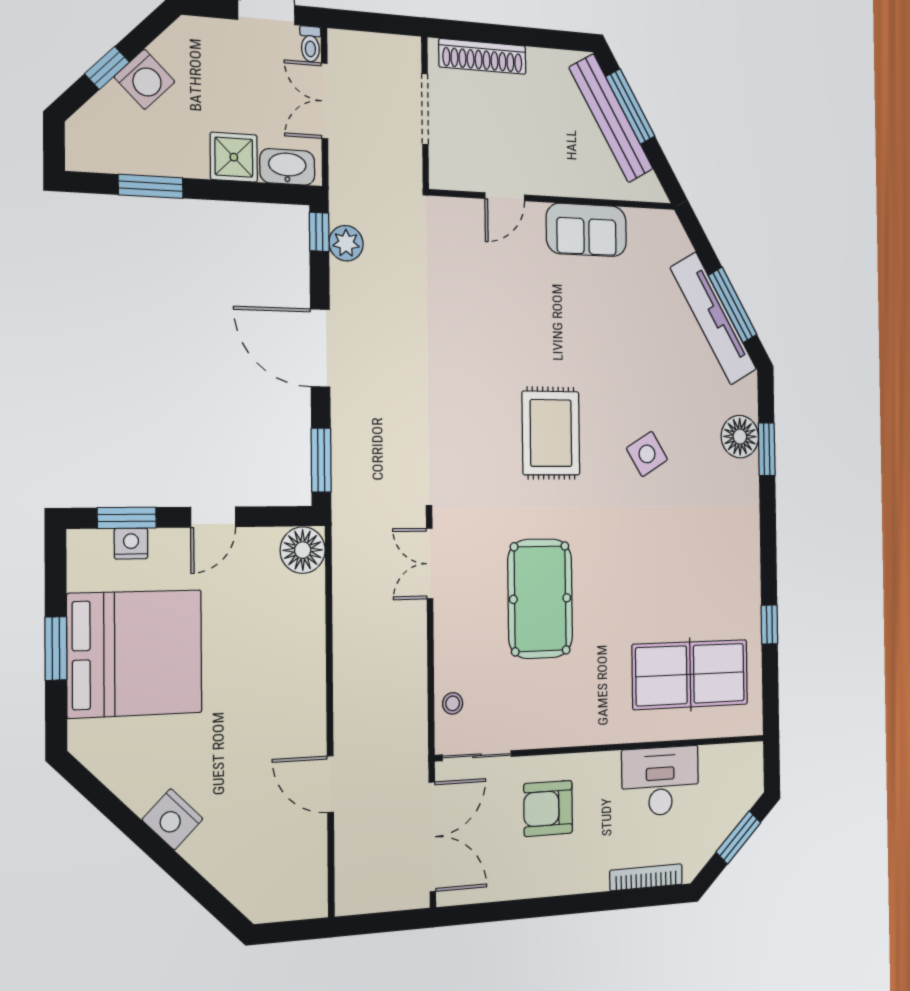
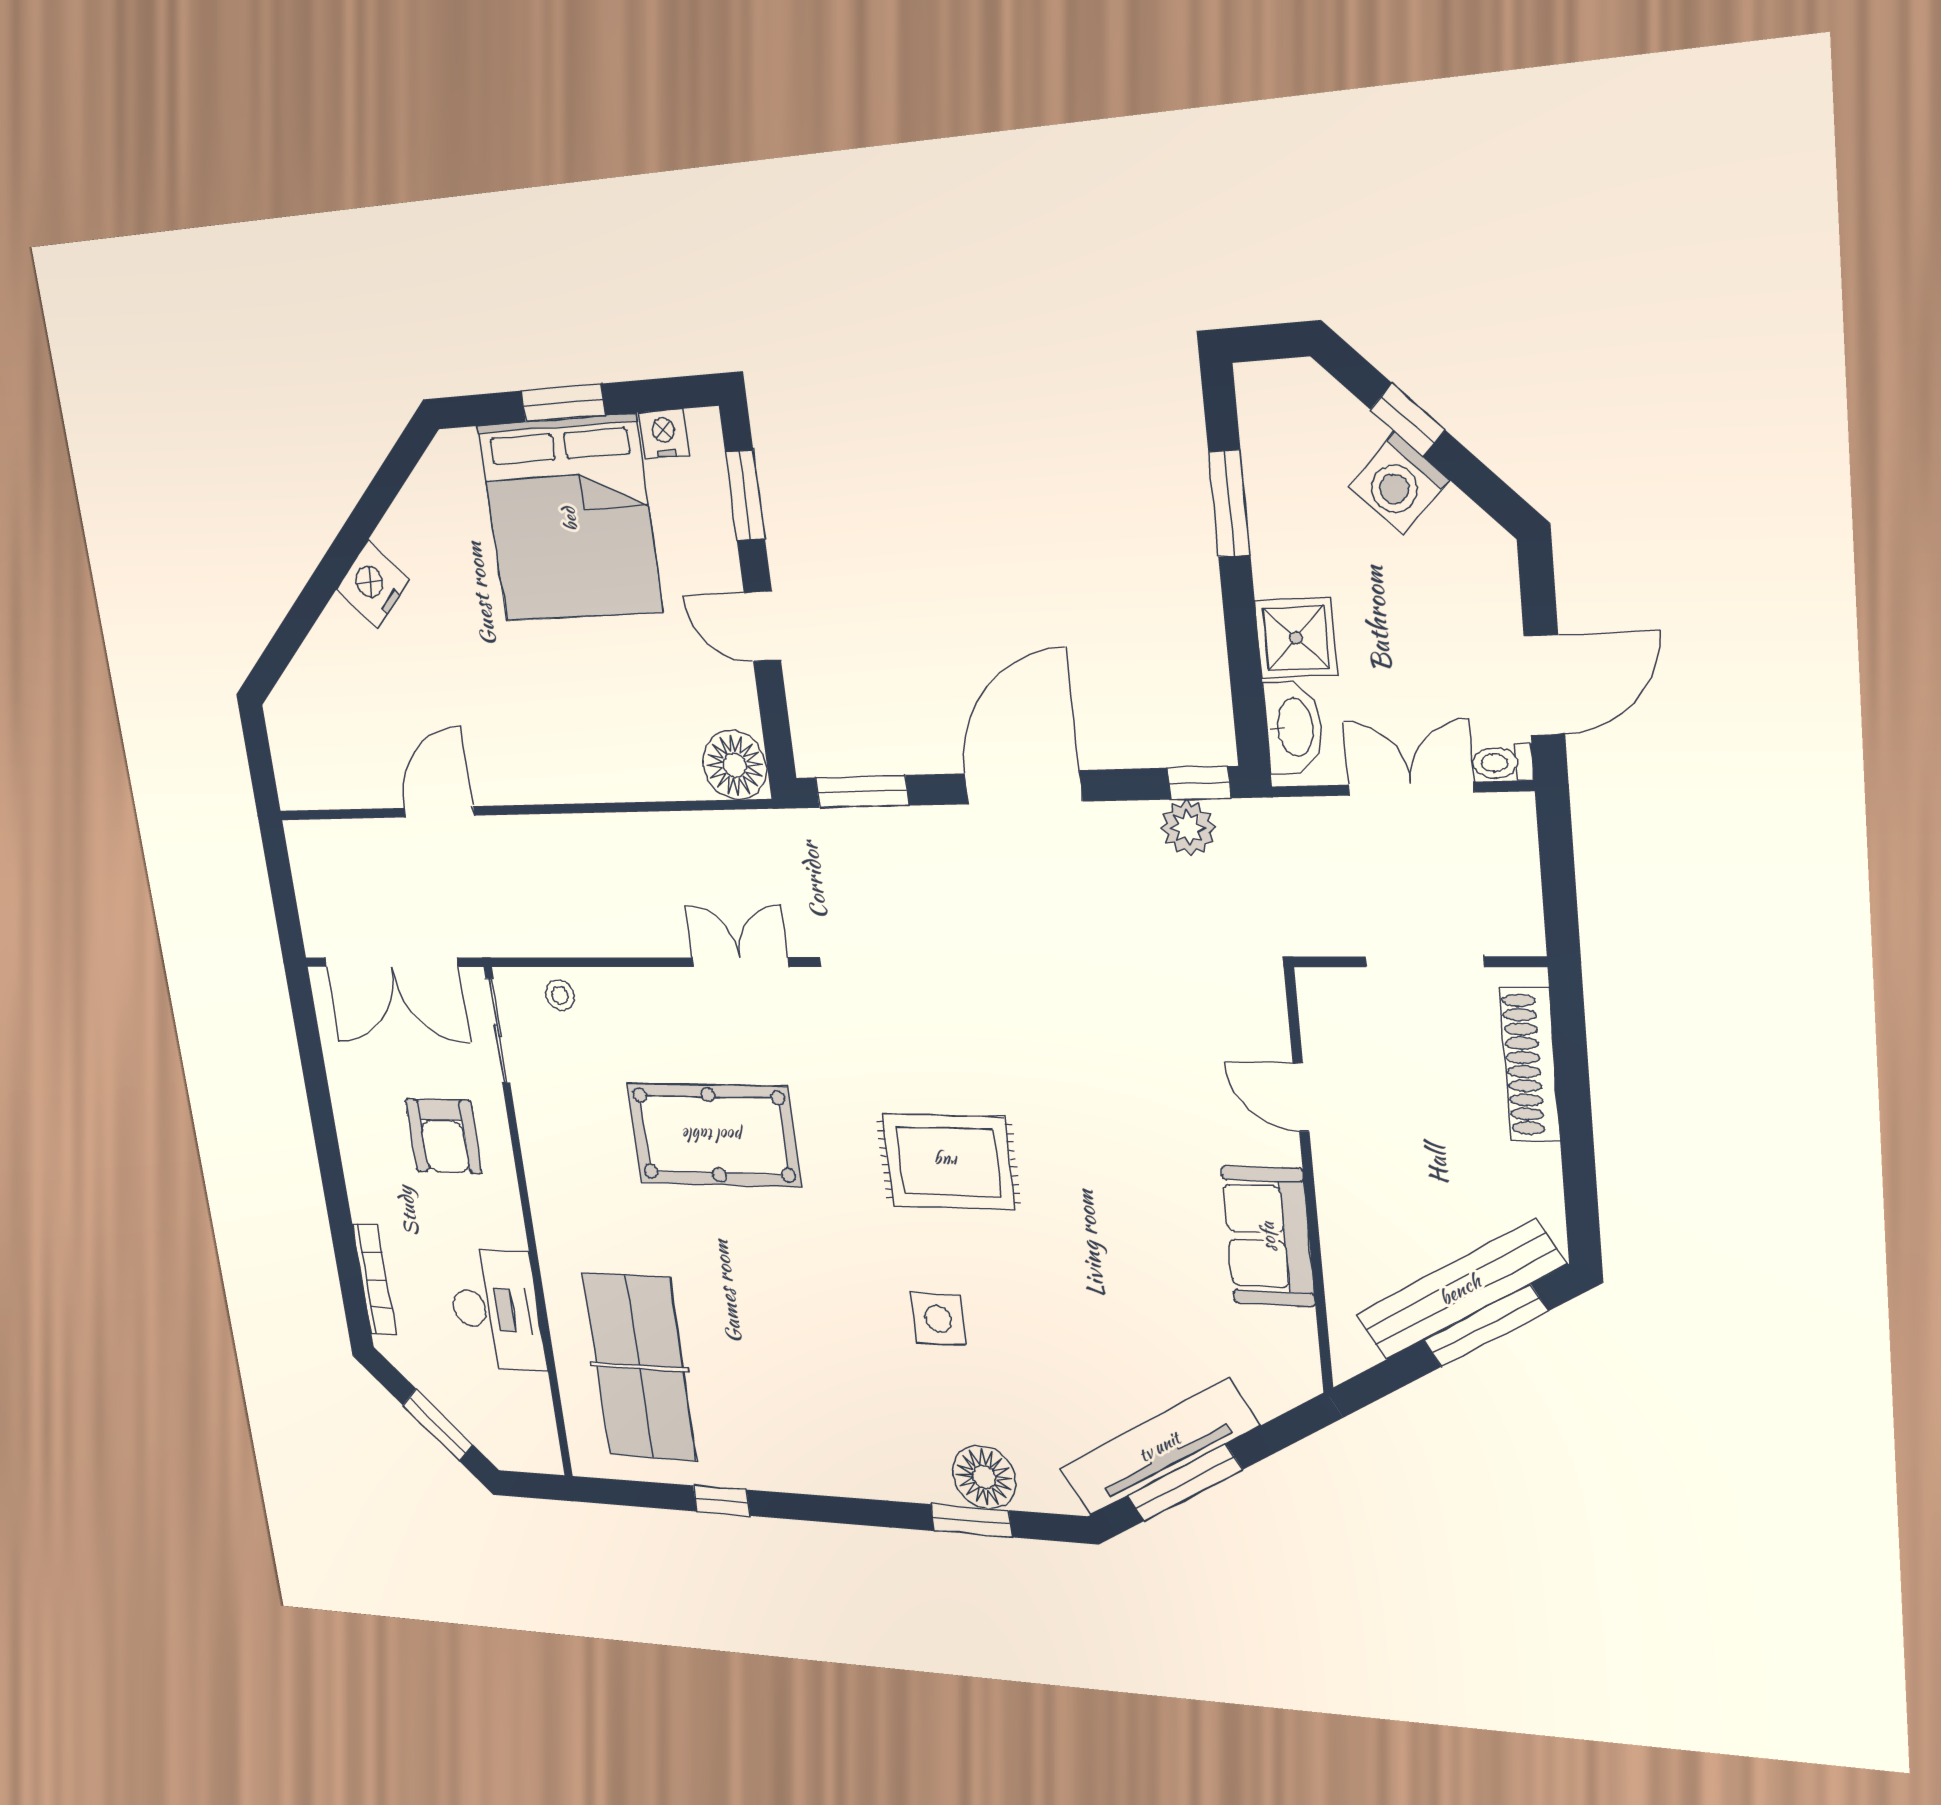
side table: (647, 454) -> (938, 1319), turned 31
nightstand: (131, 544) -> (664, 434), moved, turned -90
armchair: (548, 808) -> (444, 1136), turned 180

